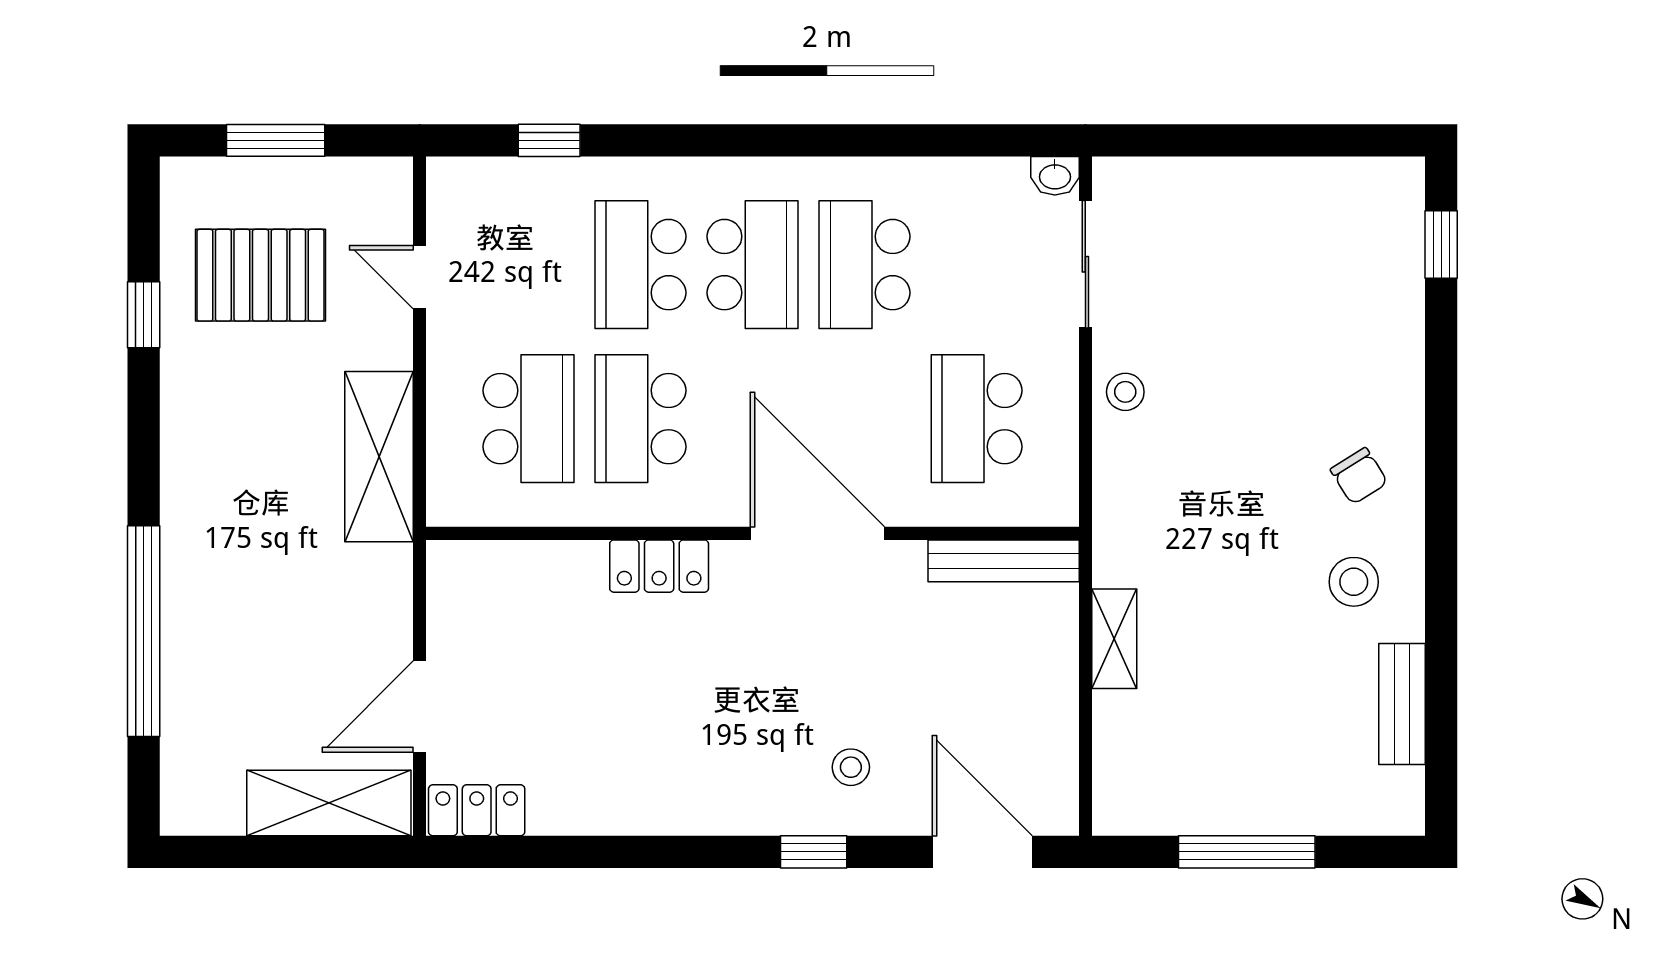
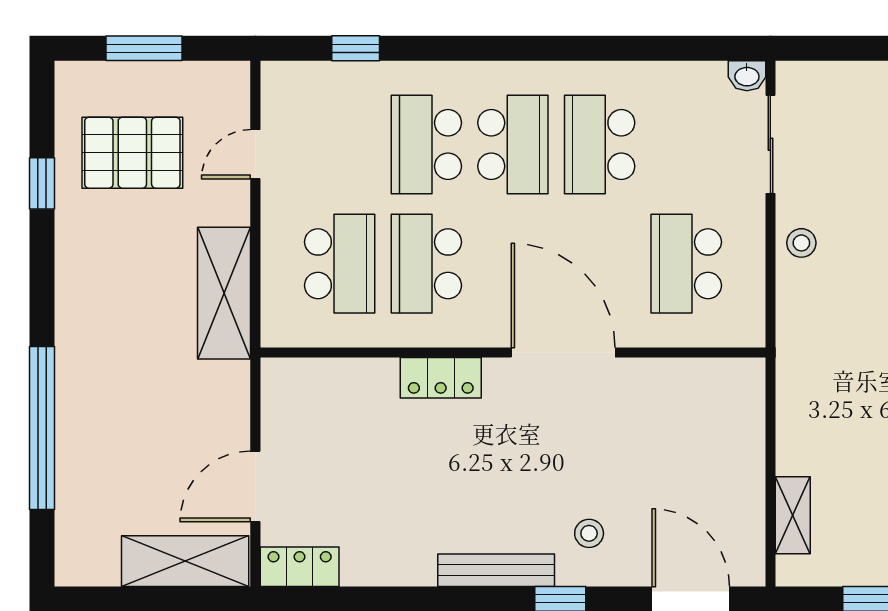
door: (420, 277) -> (255, 154), hinge flipped
bench: (1004, 561) -> (496, 570), moved
shelving: (1114, 639) -> (793, 515), moved

